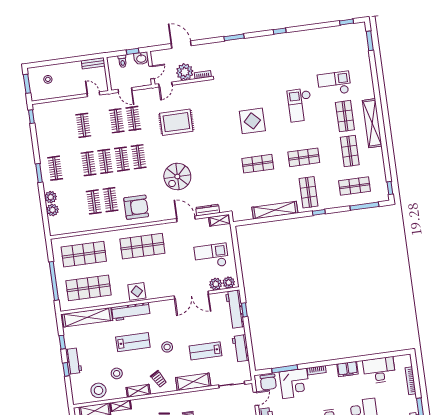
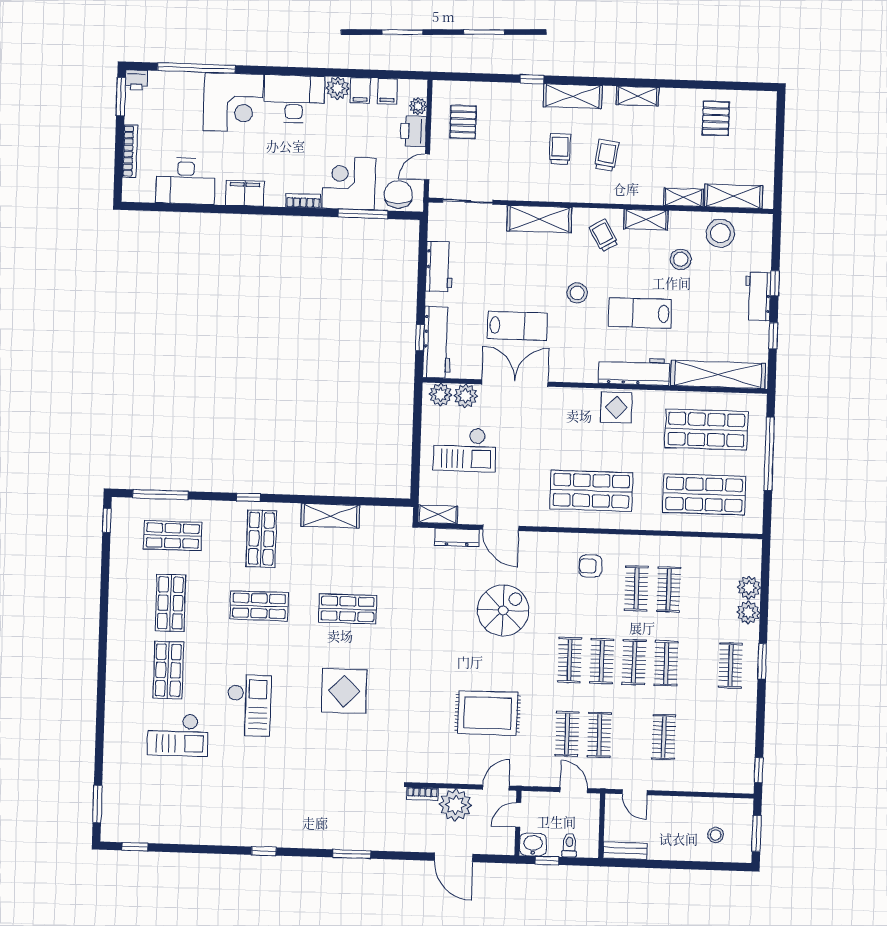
shelving: (372, 123) -> (119, 648), removed
armchair: (136, 207) -> (590, 566), width x0.53, depth x0.53
shelving: (275, 210) -> (330, 516), width x0.68
lab bench: (205, 351) -> (517, 326), moved

